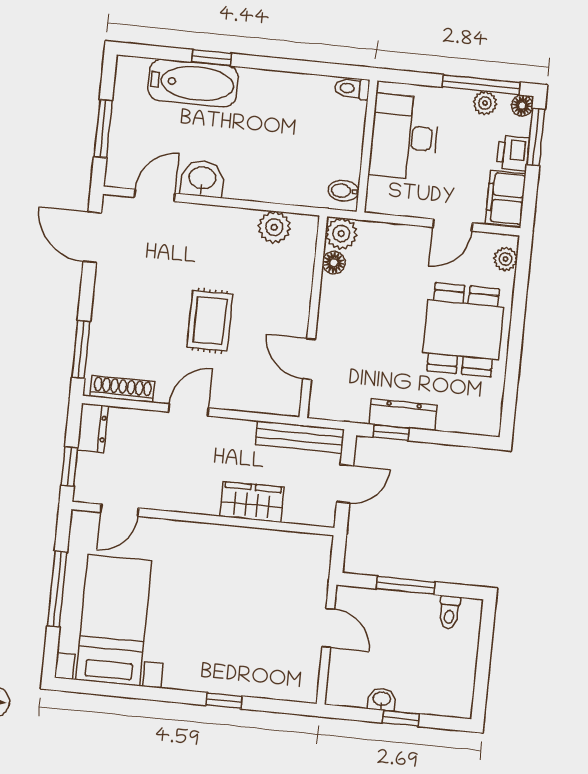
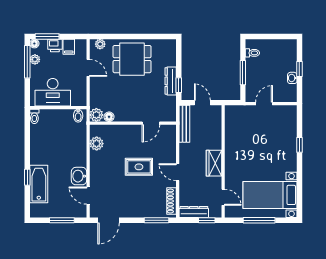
filing cabinet: (506, 198) -> (69, 47), width x0.50
dresser: (93, 428) -> (194, 212), width x1.44
wardrobe: (252, 502) -> (214, 163), moved

